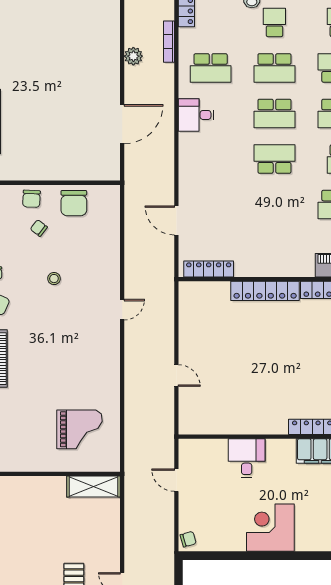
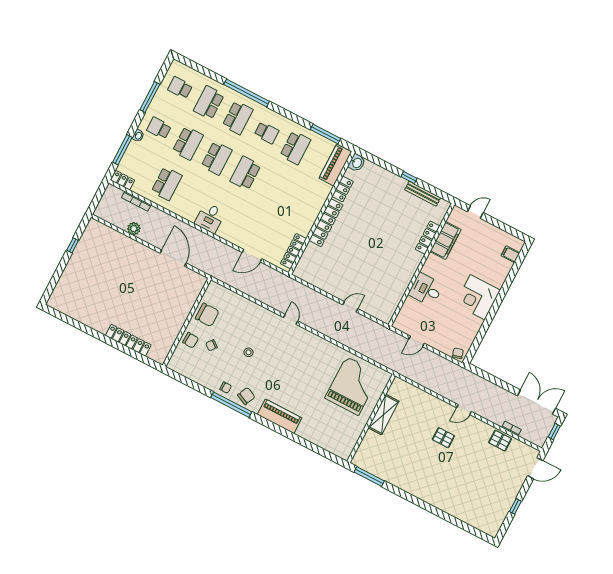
desk: (196, 115) -> (210, 218), moved
grand piano: (79, 429) -> (352, 386), width x1.37, depth x1.48
shelving: (94, 487) -> (384, 415), moved

